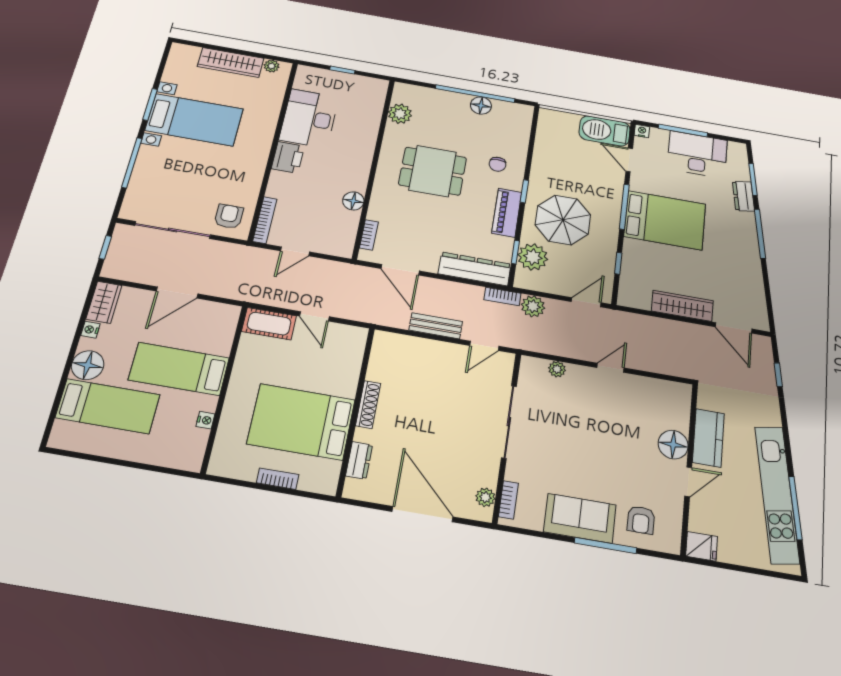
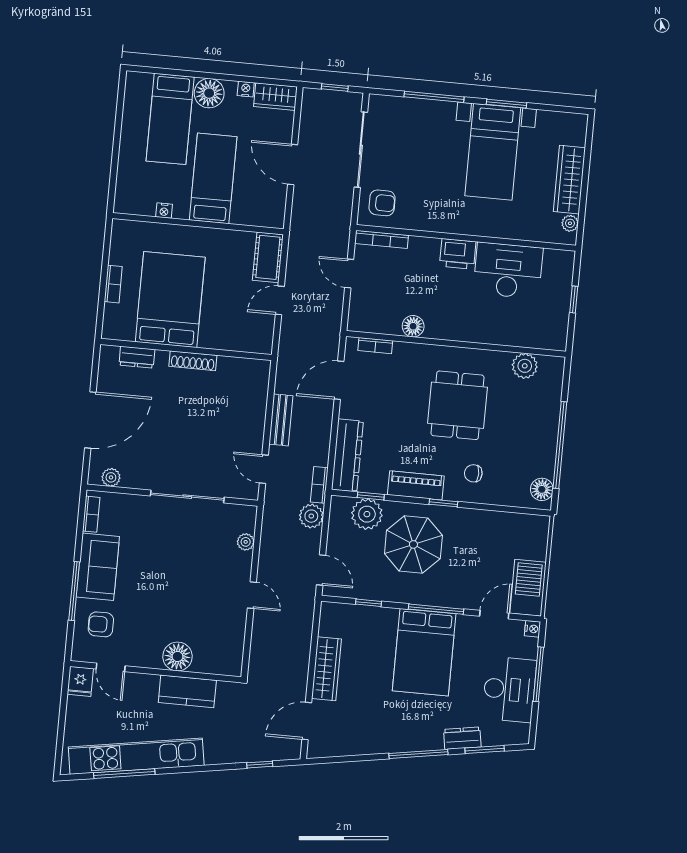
floor lamp: (481, 105) -> (542, 489), moved
door: (688, 482) -> (111, 667), moved
bookcase: (508, 500) -> (91, 514), moved, turned -90

